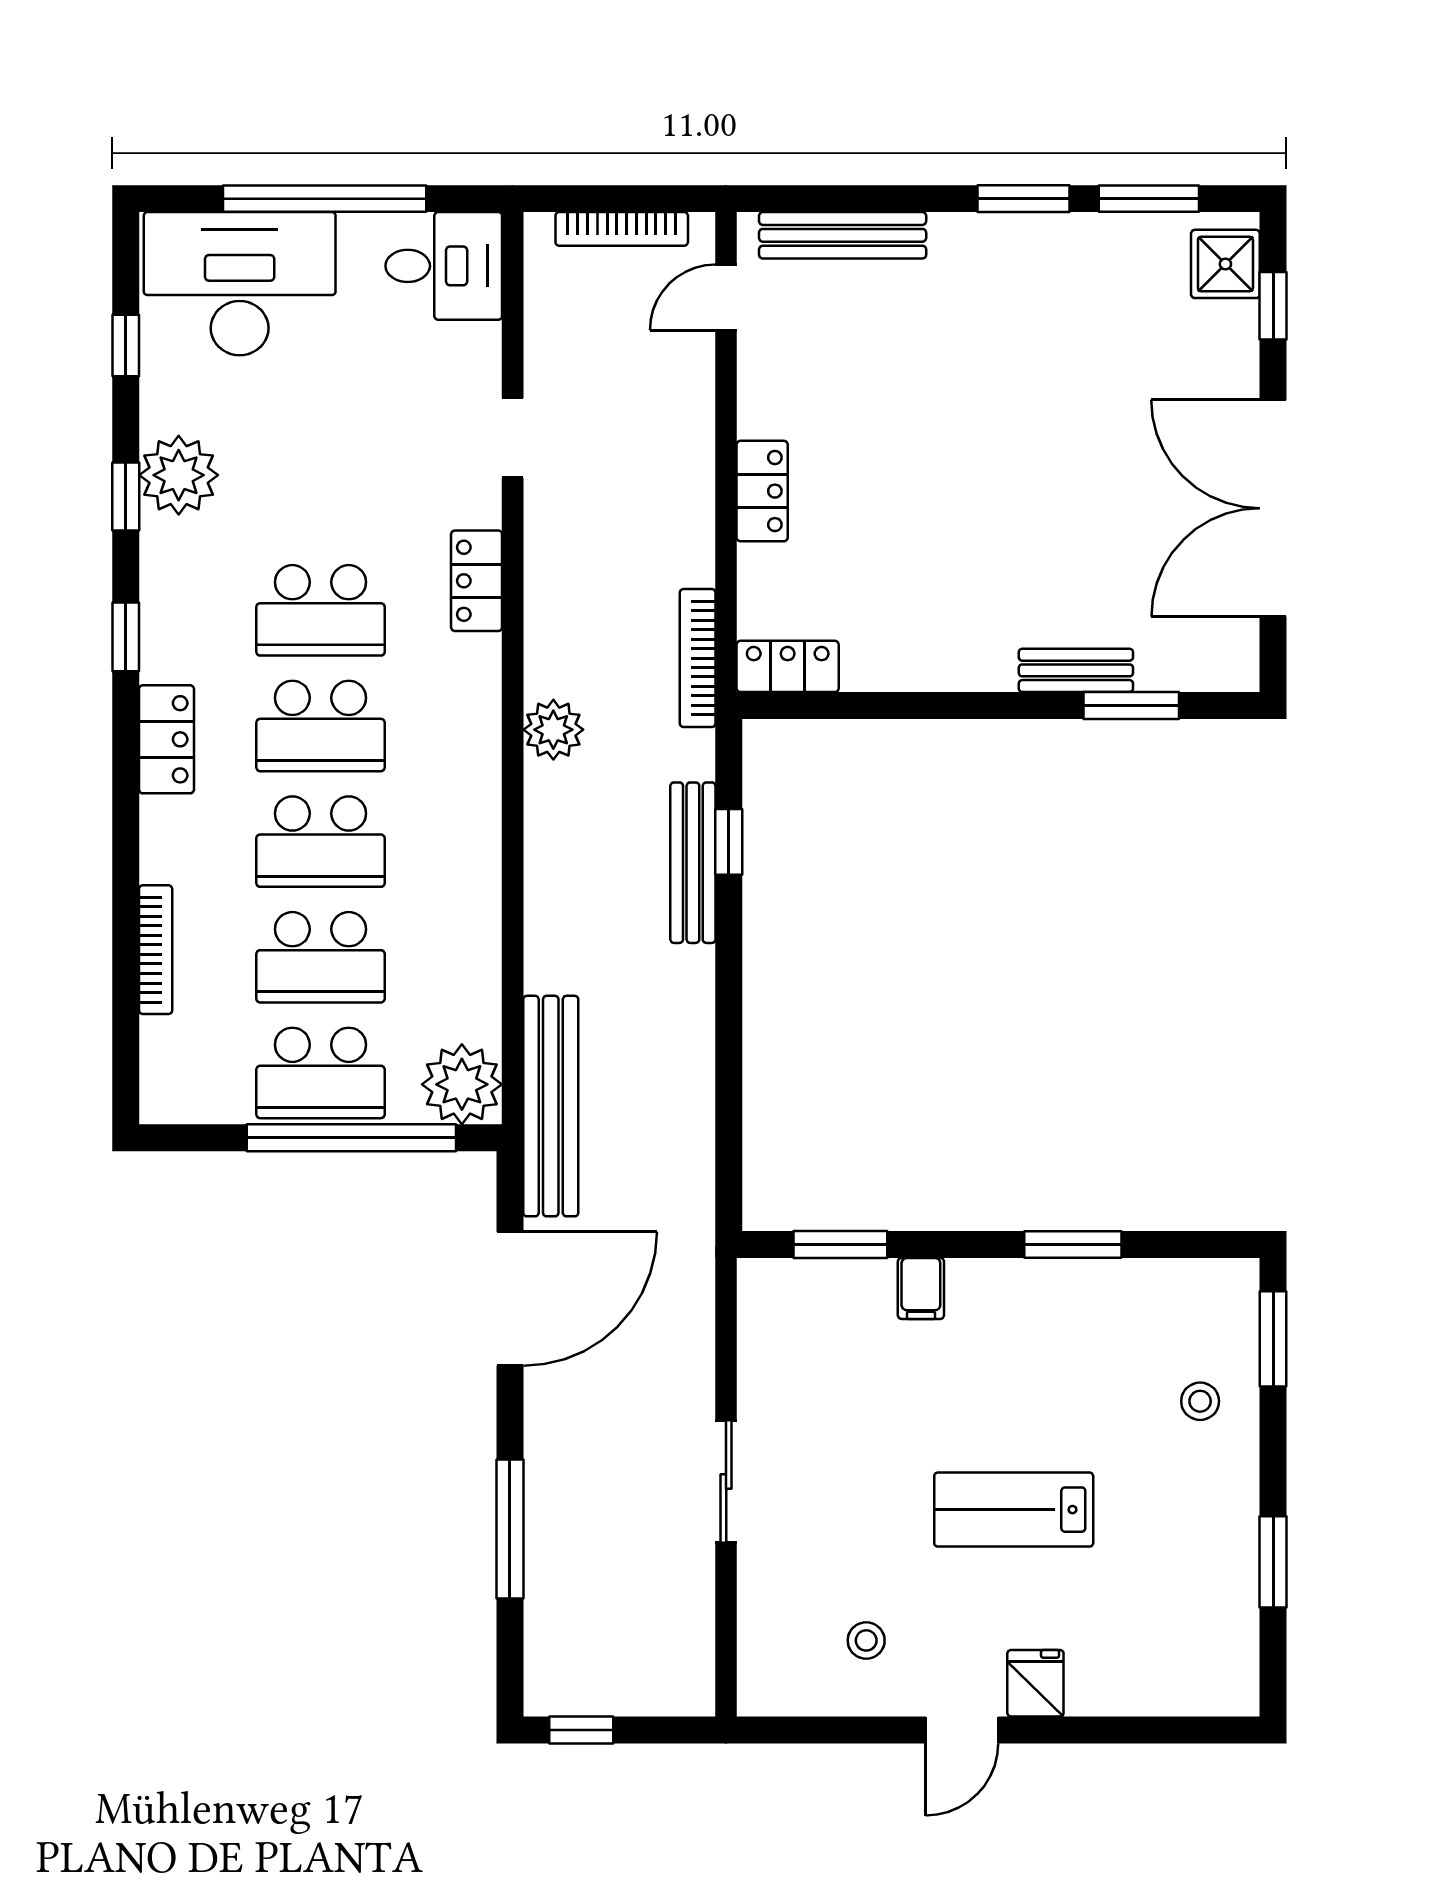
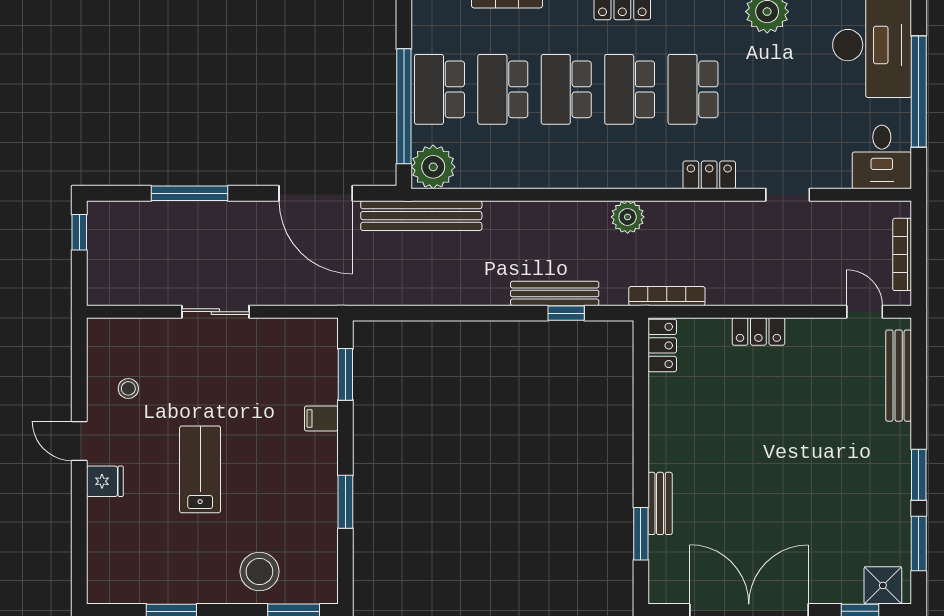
stool: (1200, 1401) -> (259, 572), width x1.89, depth x1.89

